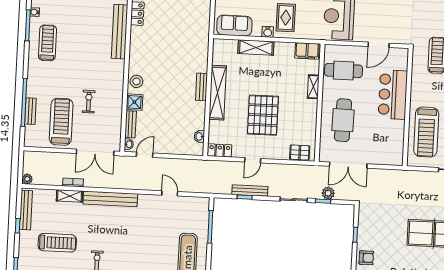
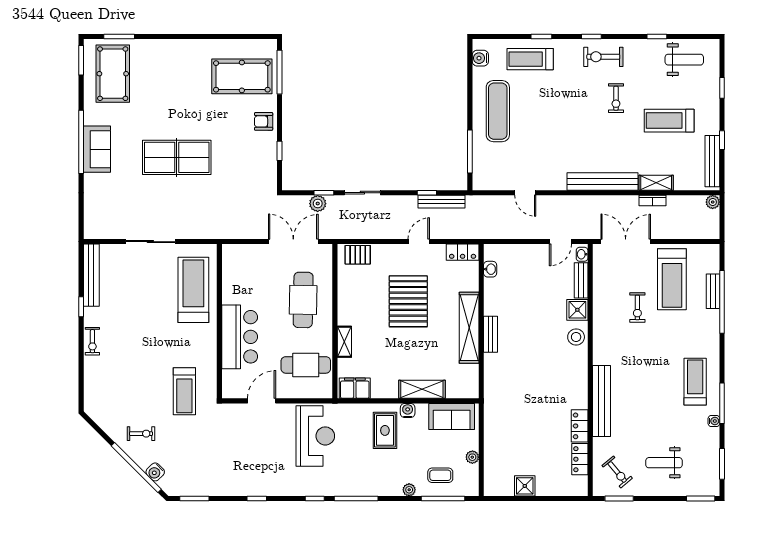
treadmill: (48, 43) -> (695, 382), turned 180
bench: (250, 191) -> (441, 202), moved

